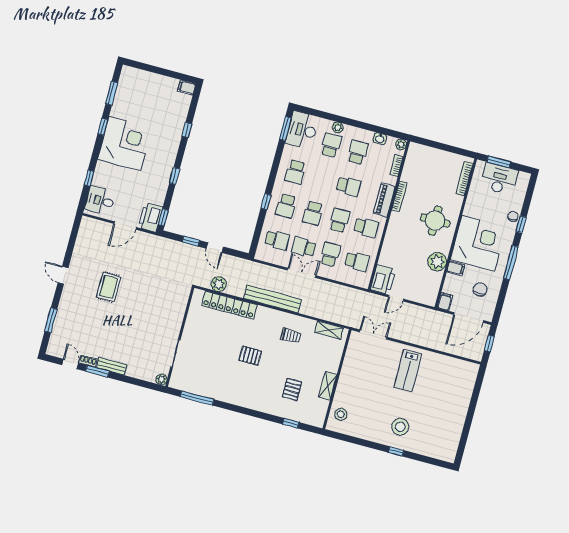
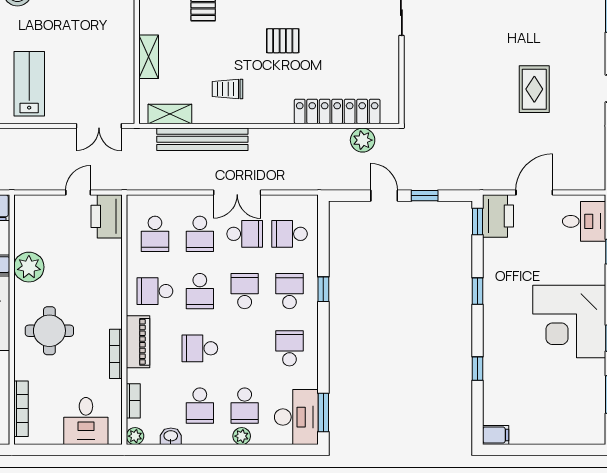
desk: (428, 161) -> (86, 421), added
school desk: (357, 261) -> (155, 234), turned -90
bench: (273, 299) -> (202, 139), moved
shelving: (328, 386) -> (149, 57), moved

